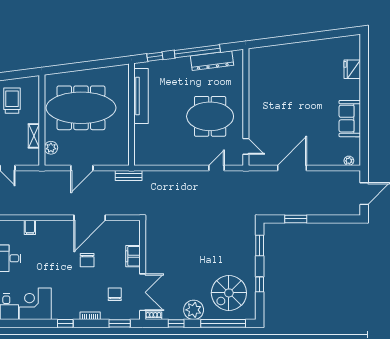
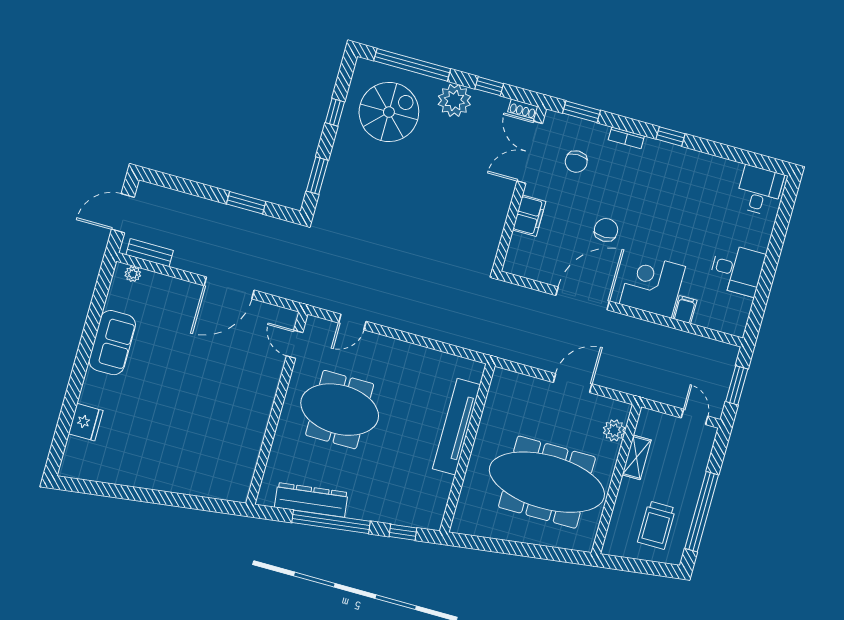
tv unit: (141, 96) -> (456, 427), moved
bench: (129, 176) -> (150, 253), moved
corner desk: (35, 304) -> (652, 285), moved, turned 180

